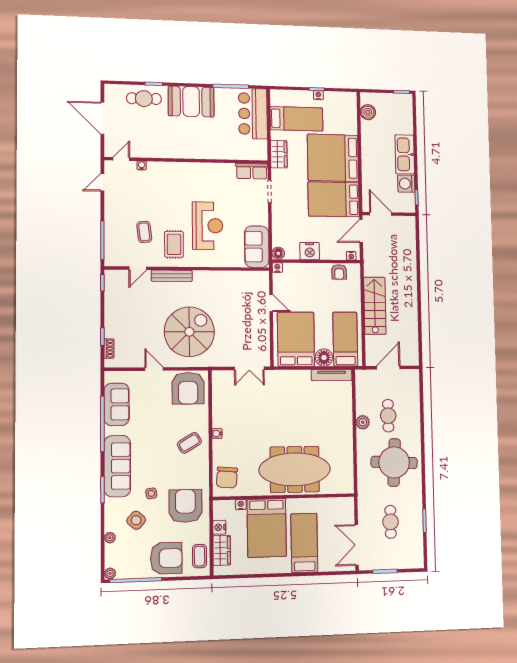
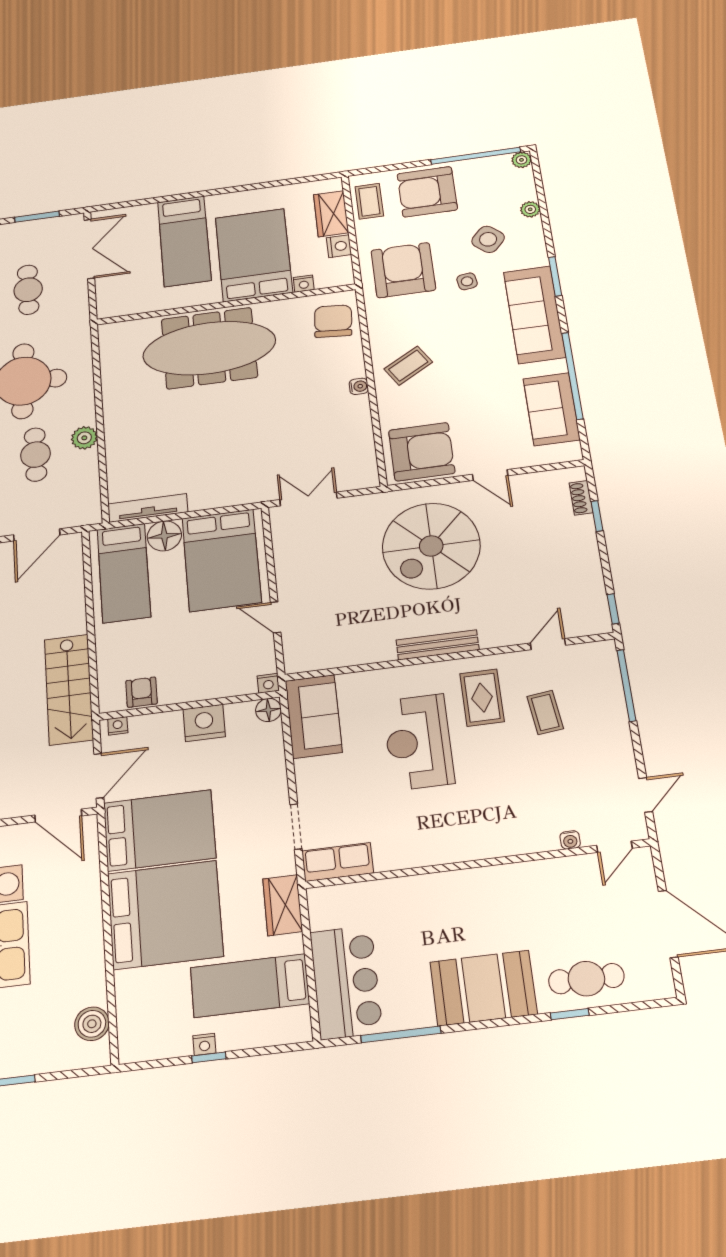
bench: (172, 276) -> (438, 645), moved
stairs: (375, 306) -> (69, 689), moved
armchair: (188, 388) -> (422, 452), turned 90
armchair: (185, 506) -> (403, 270), turned 180

